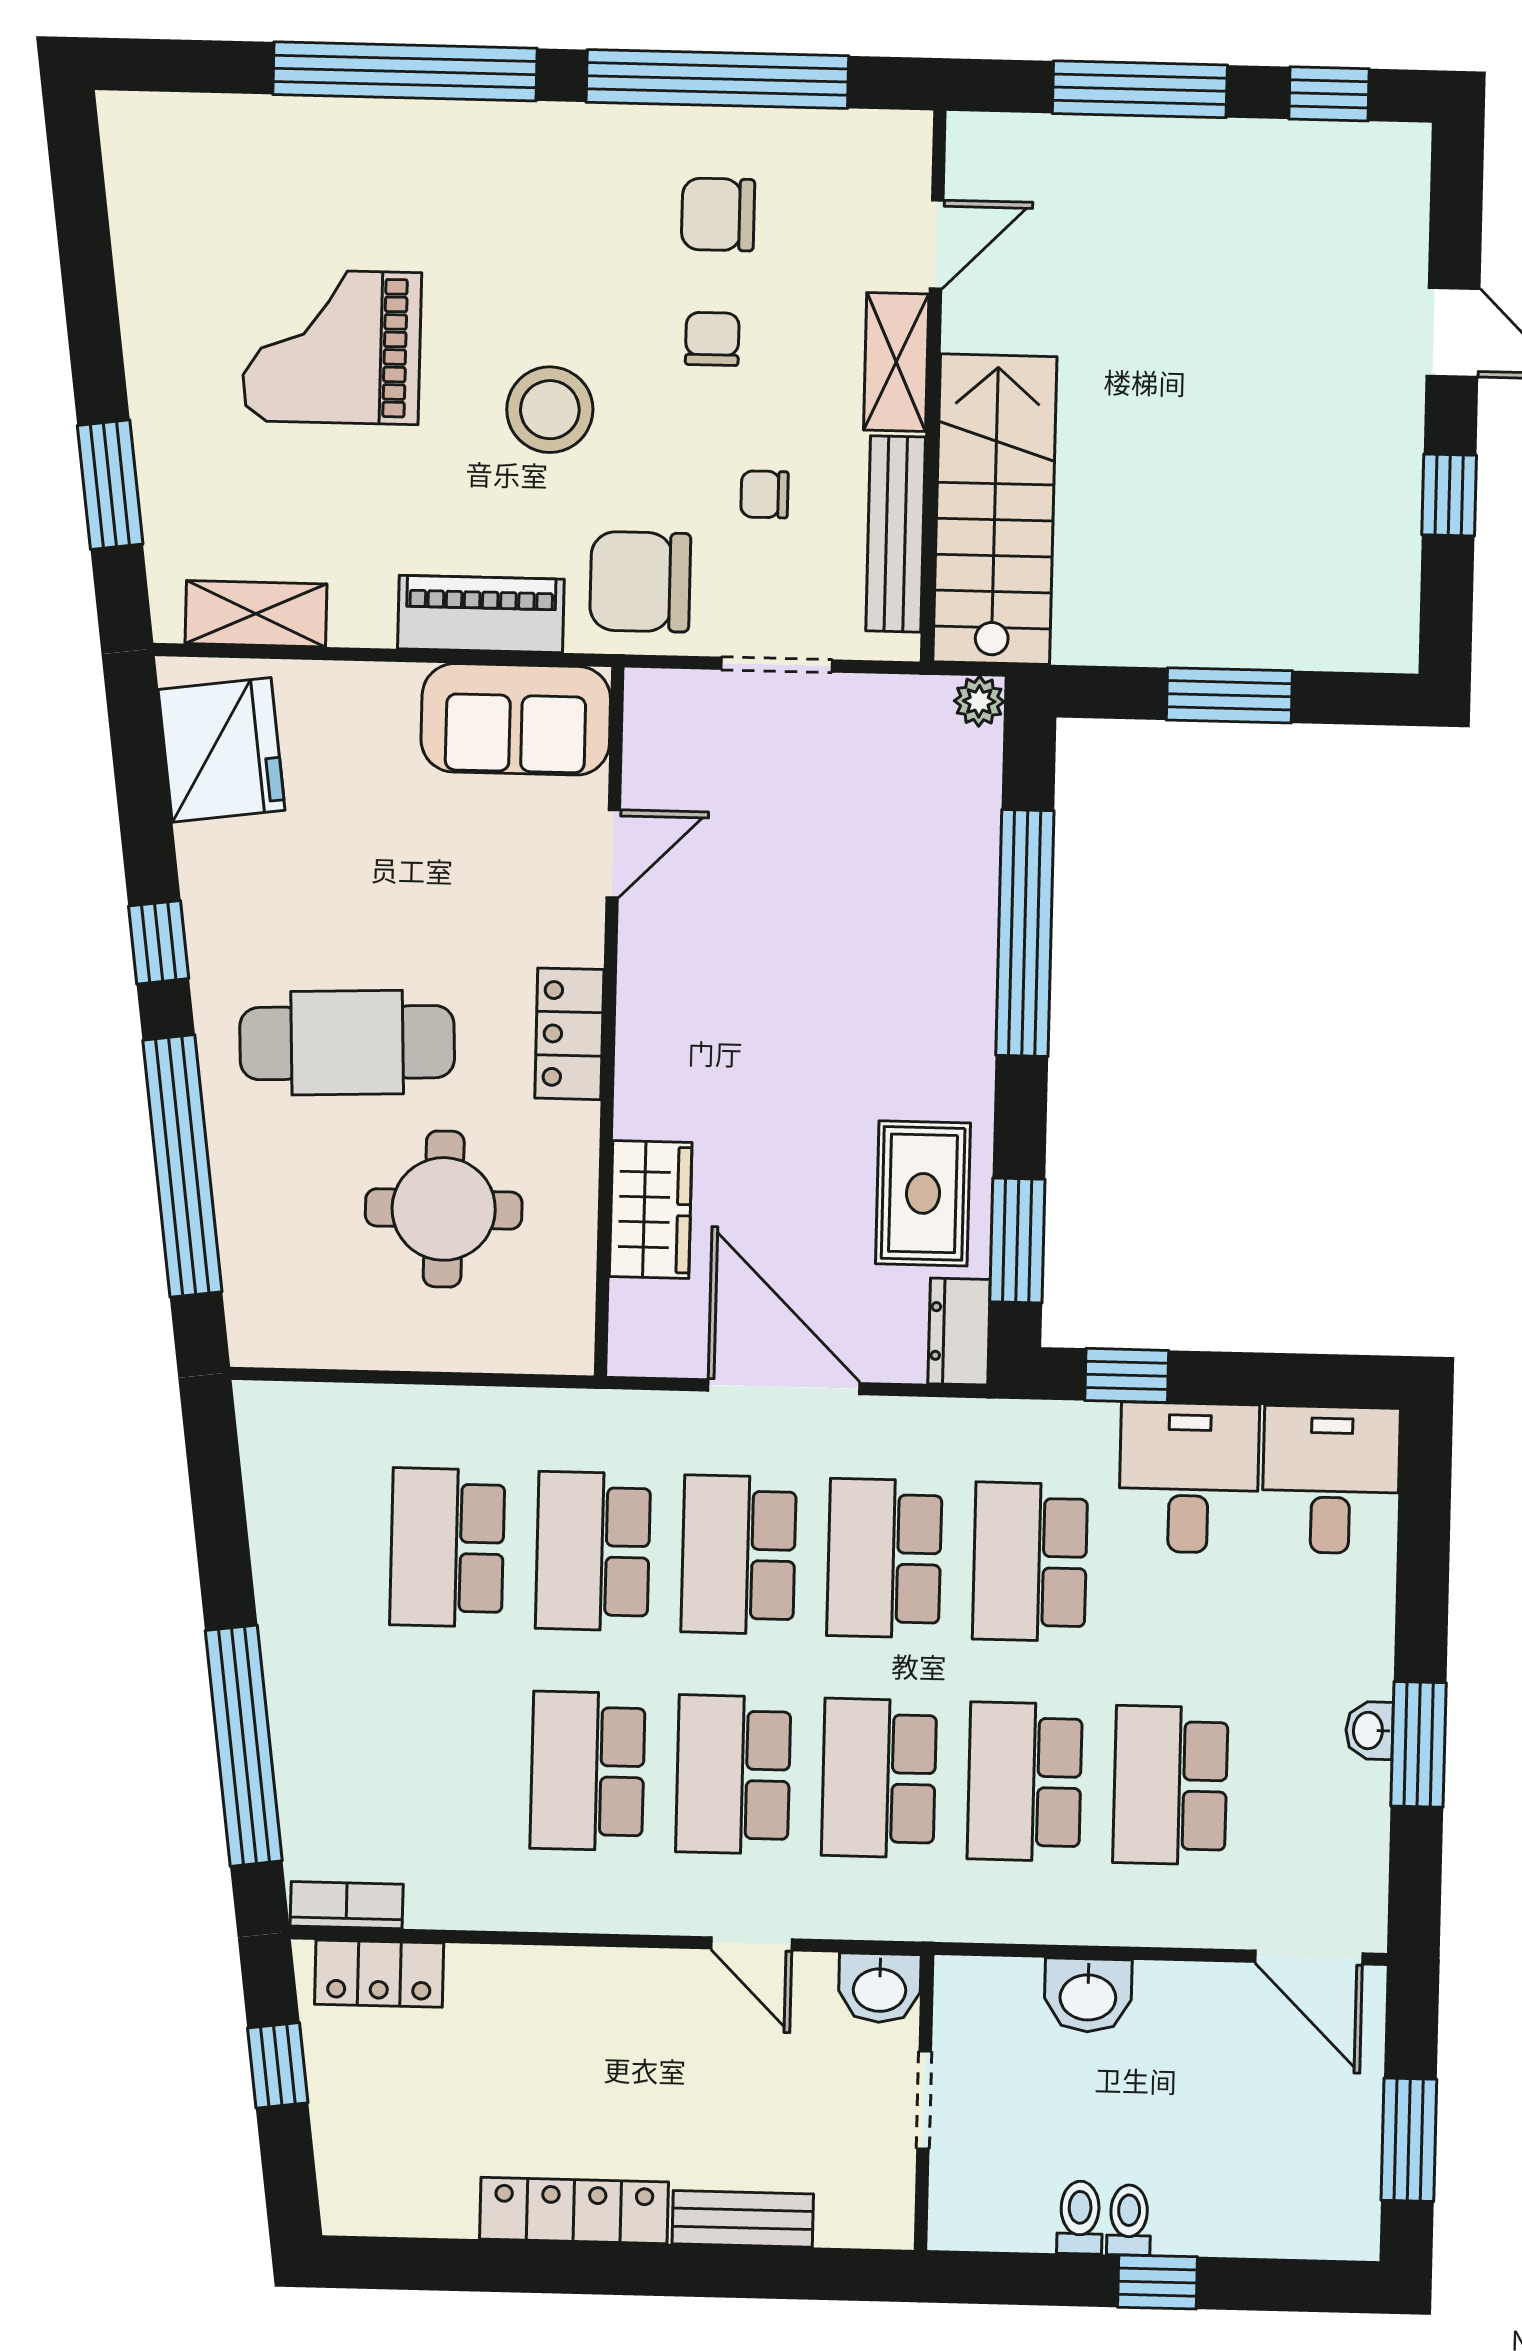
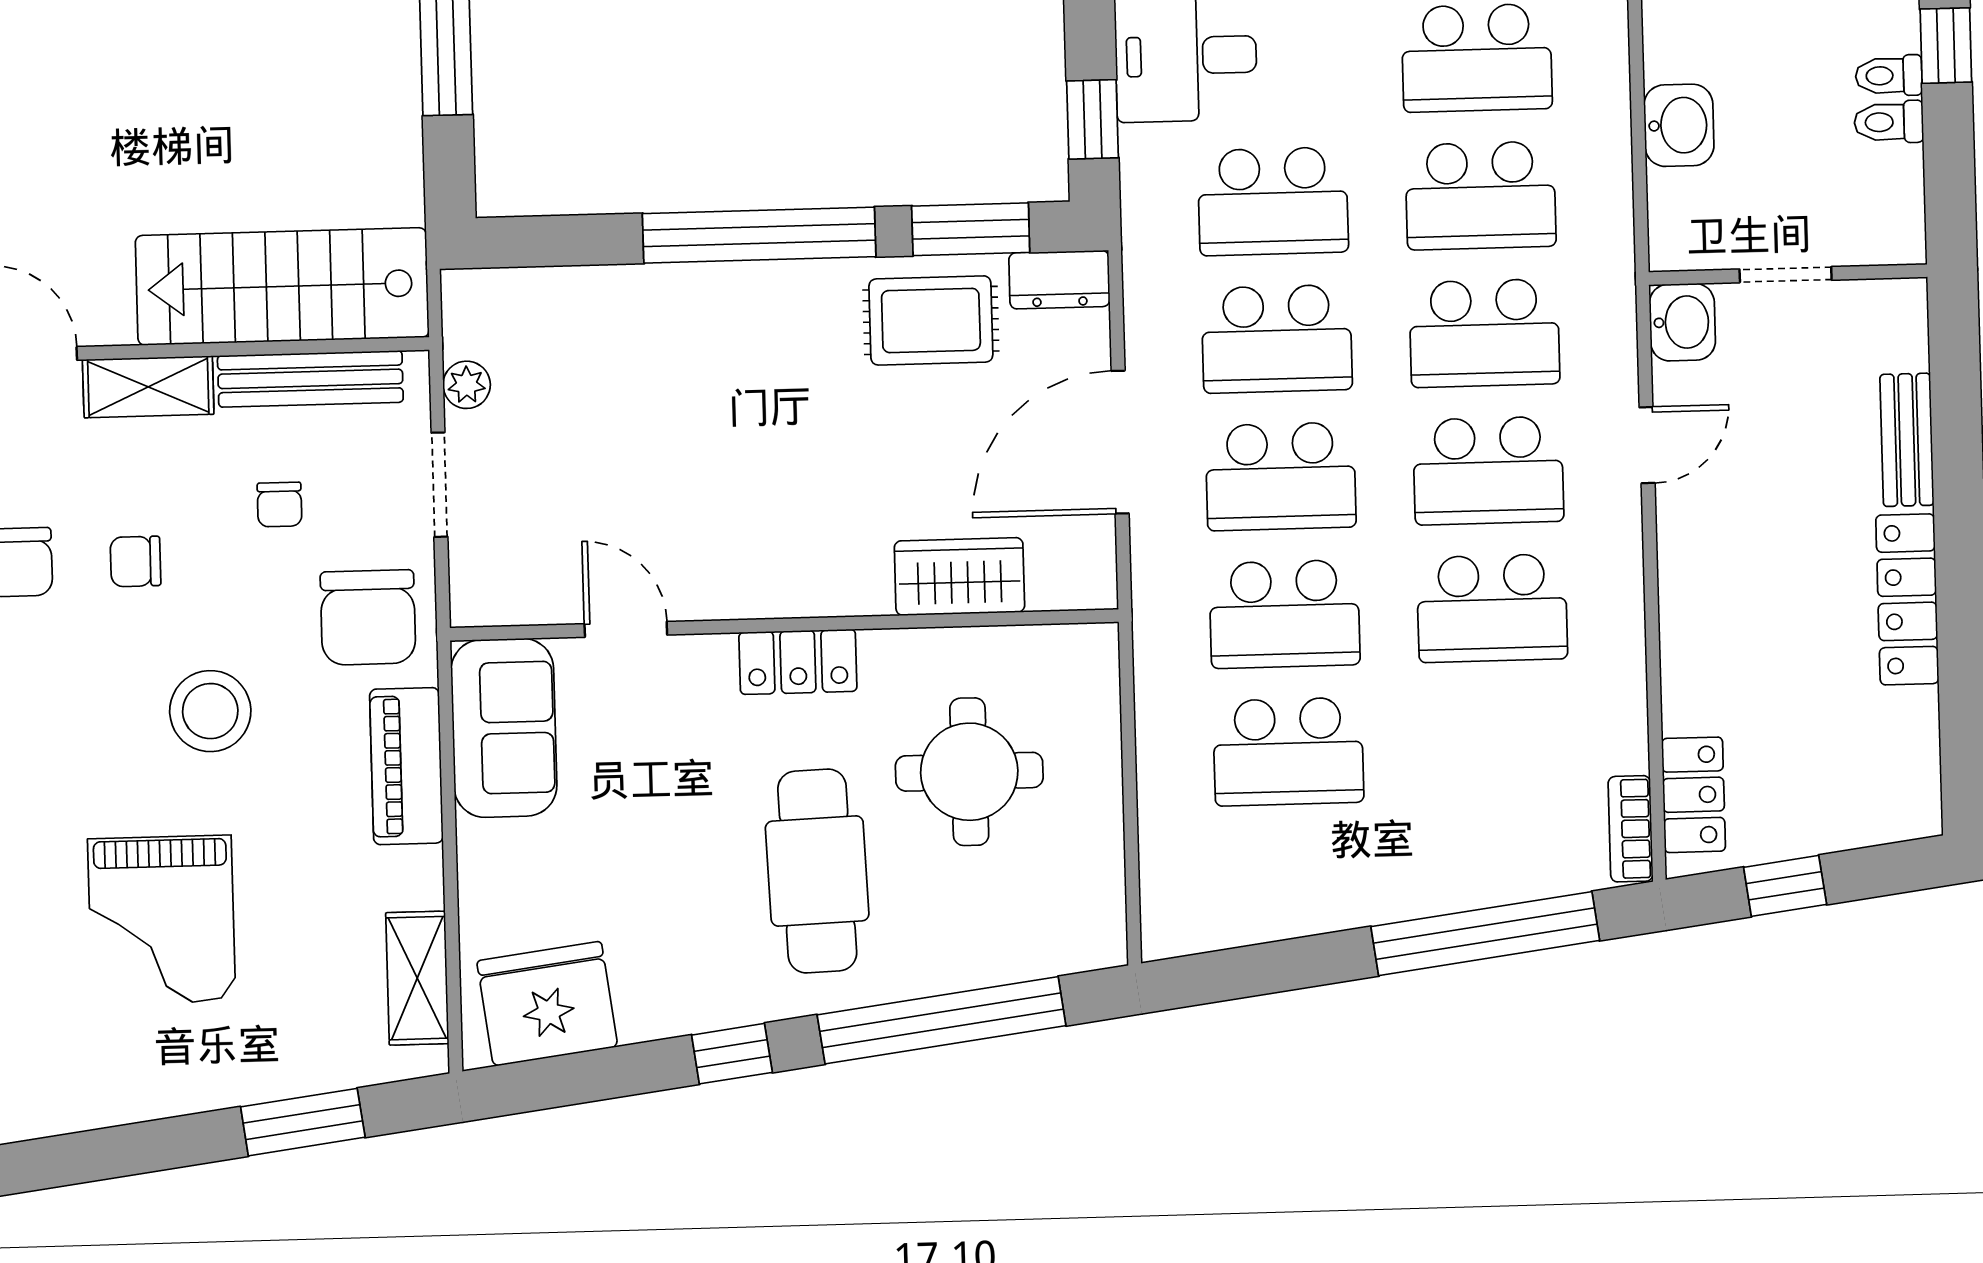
plant: (979, 701) -> (467, 385), moved
window: (1025, 933) -> (759, 235), moved

